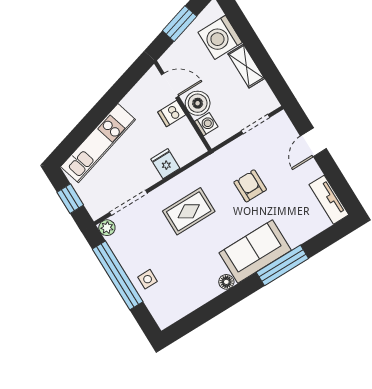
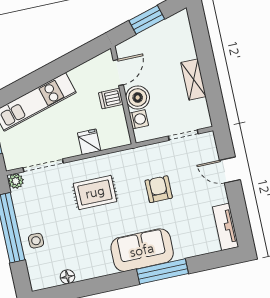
washing machine: (220, 37) -> (179, 45), removed
door: (170, 85) -> (118, 73), hinge flipped
door: (313, 142) -> (230, 170), hinge flipped
floor lamp: (226, 282) -> (67, 277), moved

